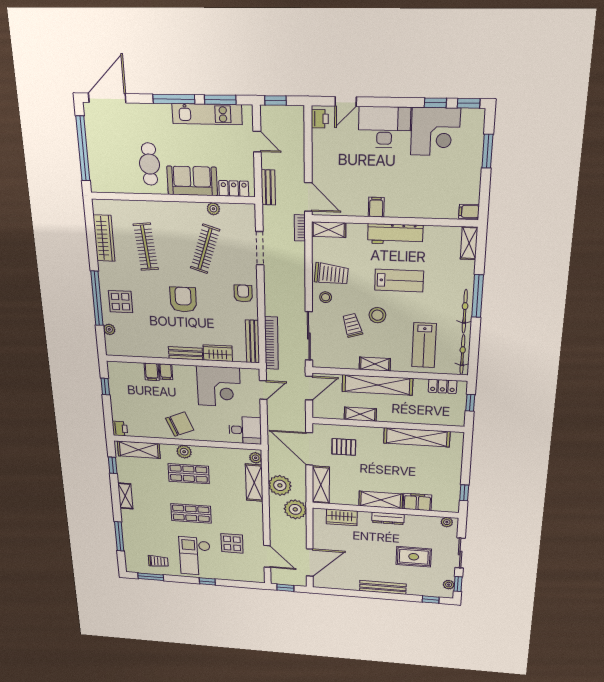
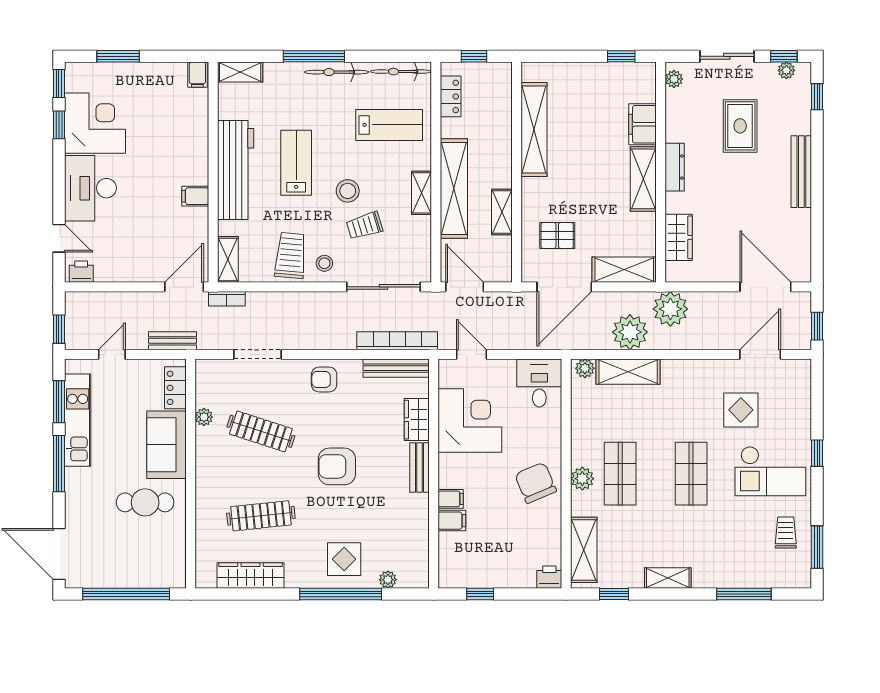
workbench: (395, 234) -> (236, 170), width x1.36, depth x1.32
pallet: (344, 447) -> (557, 235), turned 90

